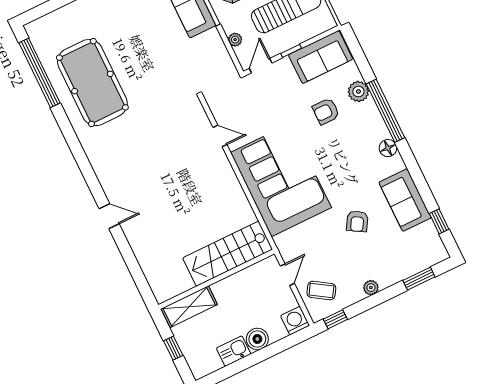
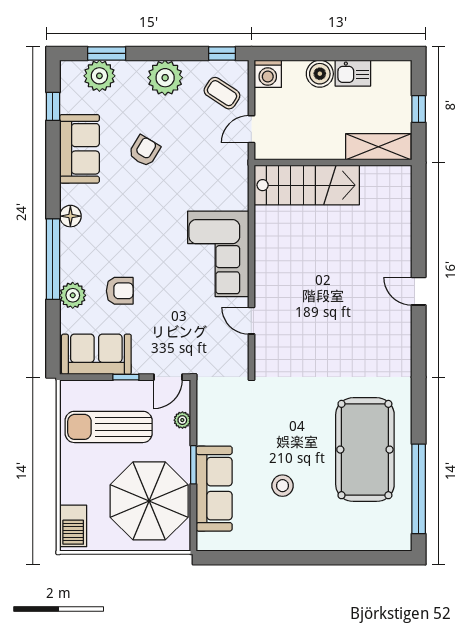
stool: (139, 27) -> (283, 486), added
corner sofa: (281, 180) -> (218, 254), width x0.73, depth x0.74
plant: (416, 260) -> (99, 76), added
plant: (371, 288) -> (165, 78), width x1.88, depth x1.88

